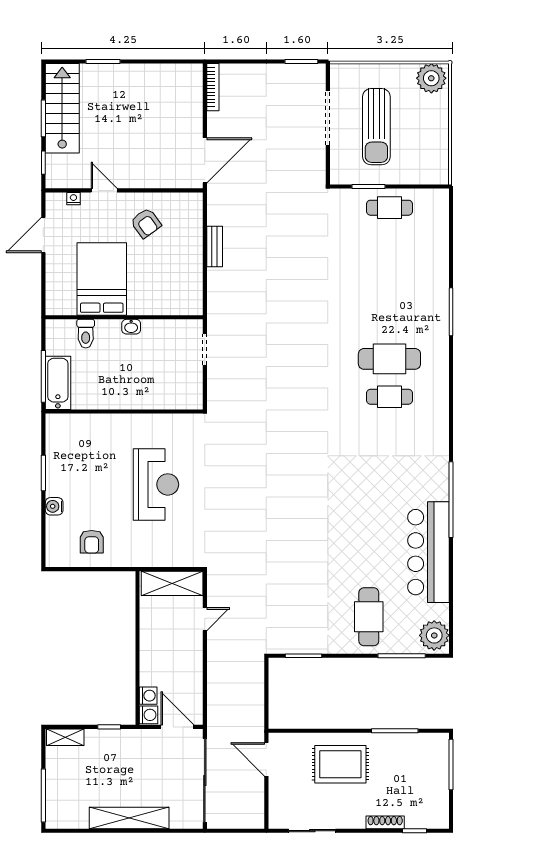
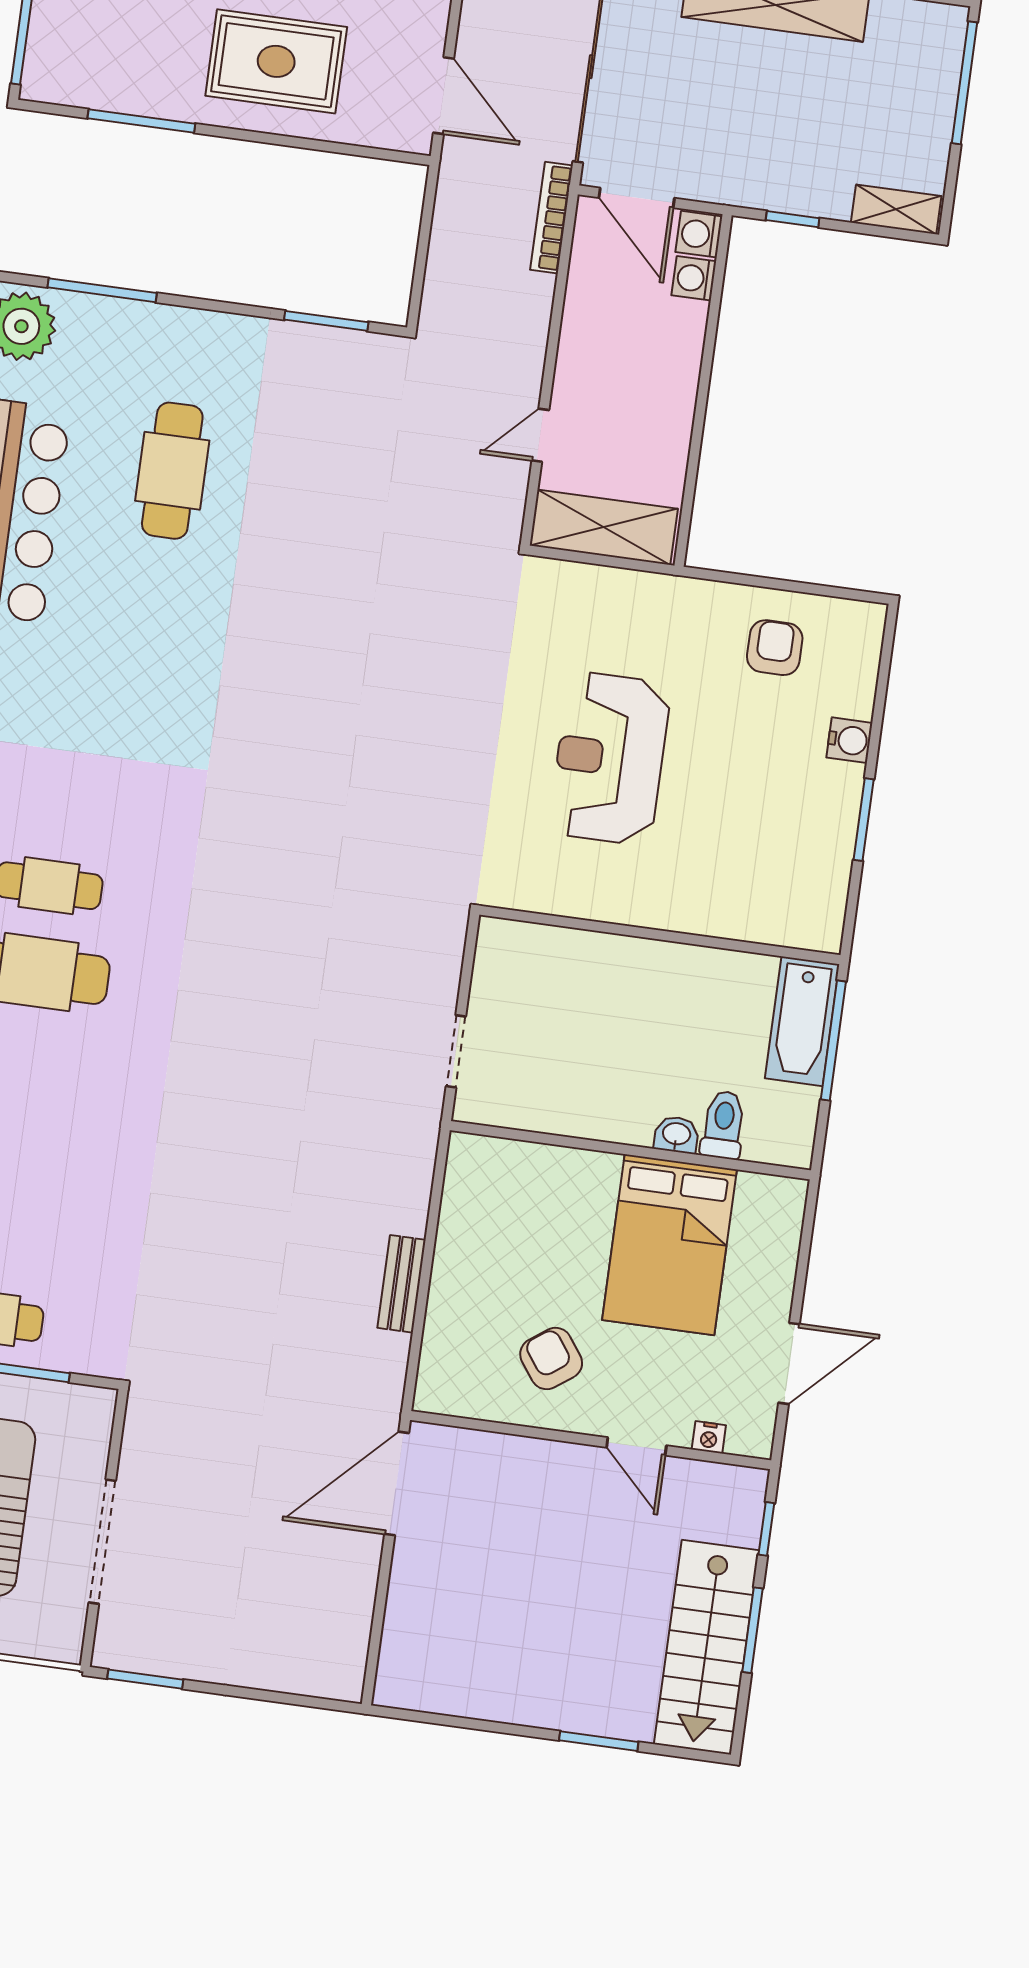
bookcase: (213, 87) -> (551, 218), moved
washbasin: (131, 327) -> (676, 1135), moved
cafe table: (369, 617) -> (172, 471), moved

